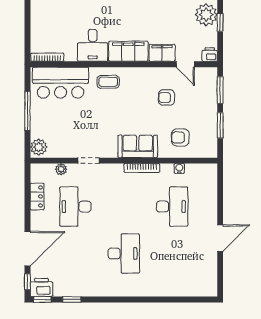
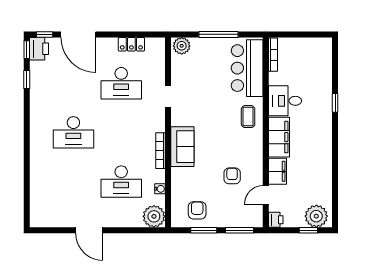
armchair: (180, 137) -> (197, 210), moved
plant: (61, 169) -> (154, 216), moved, width x1.88, depth x1.88
desk: (75, 207) -> (121, 83), turned 180

